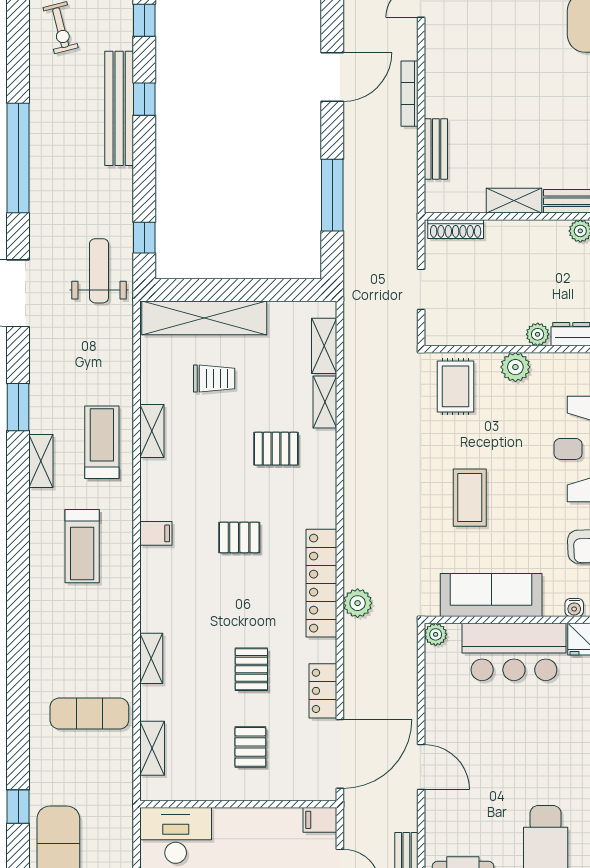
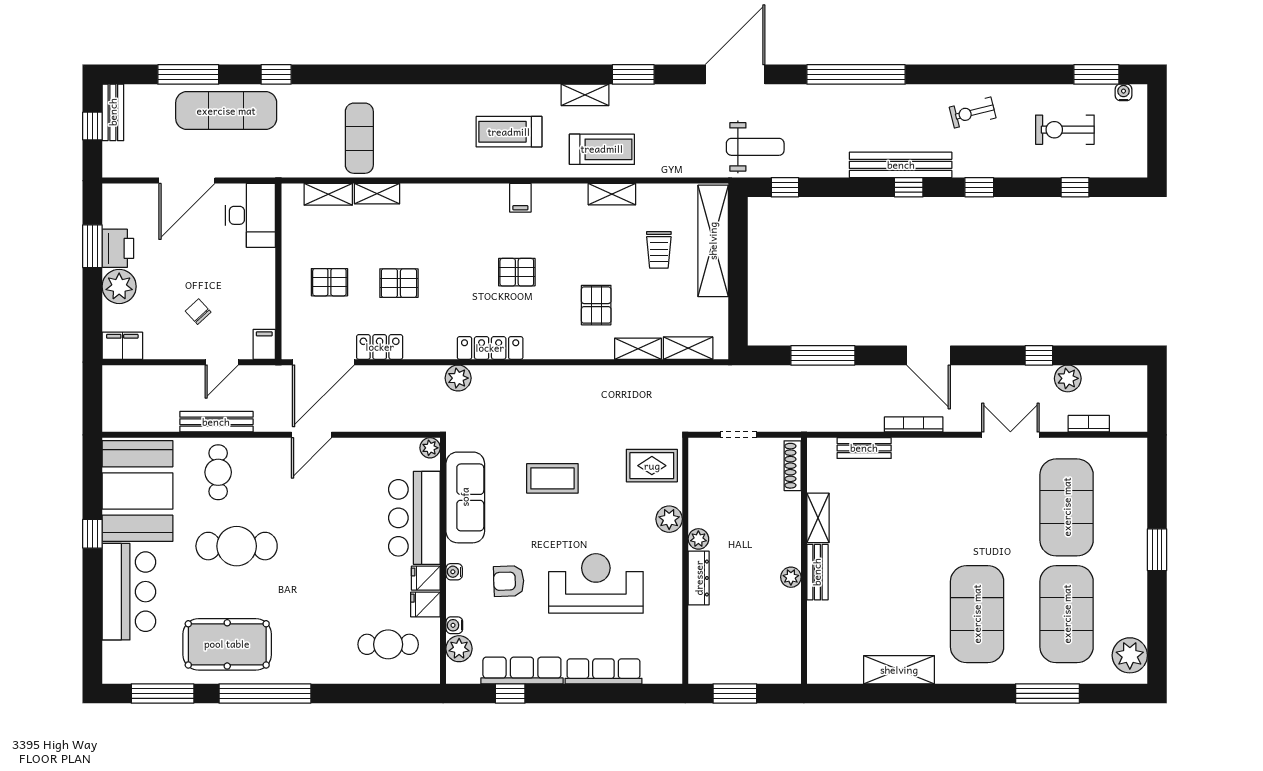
pallet: (239, 537) -> (517, 272), turned 90
locker: (321, 583) -> (490, 348), width x0.71, depth x0.83
shelving: (151, 658) -> (377, 194), moved
door: (340, 754) -> (323, 362), hinge flipped

